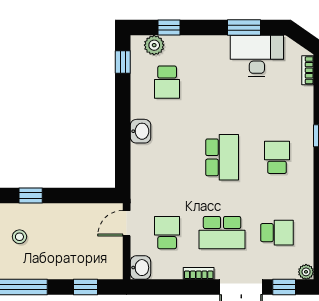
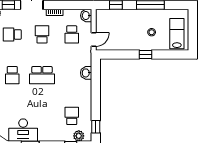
washbasin: (141, 131) -> (86, 73), moved
school desk: (222, 157) -> (42, 75), turned -90
school desk: (222, 233) -> (42, 34), width x0.54

